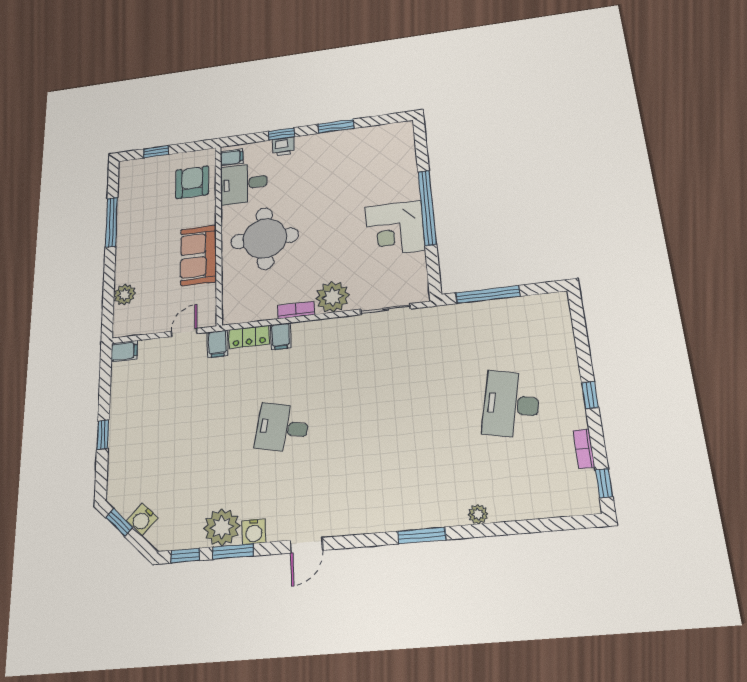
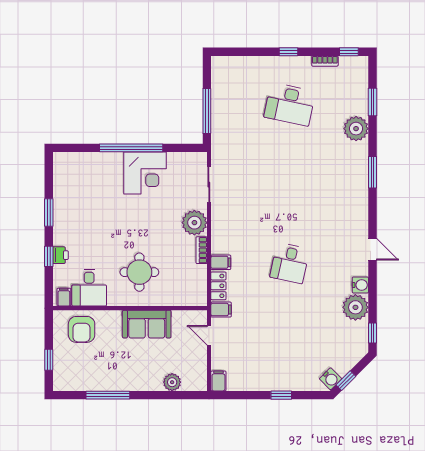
armchair: (192, 182) -> (82, 329), turned -90
round table: (265, 238) -> (139, 272), width x0.73, depth x0.73
plant: (478, 514) -> (356, 129), width x1.88, depth x1.88
water cooler: (142, 519) -> (331, 379), moved
window: (233, 552) -> (372, 102), moved

